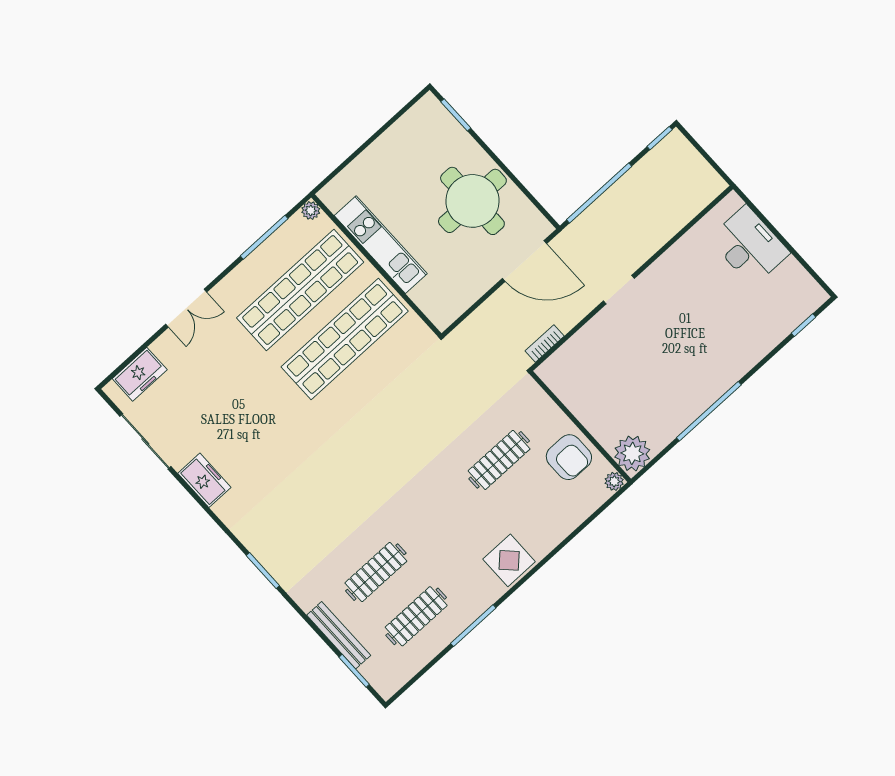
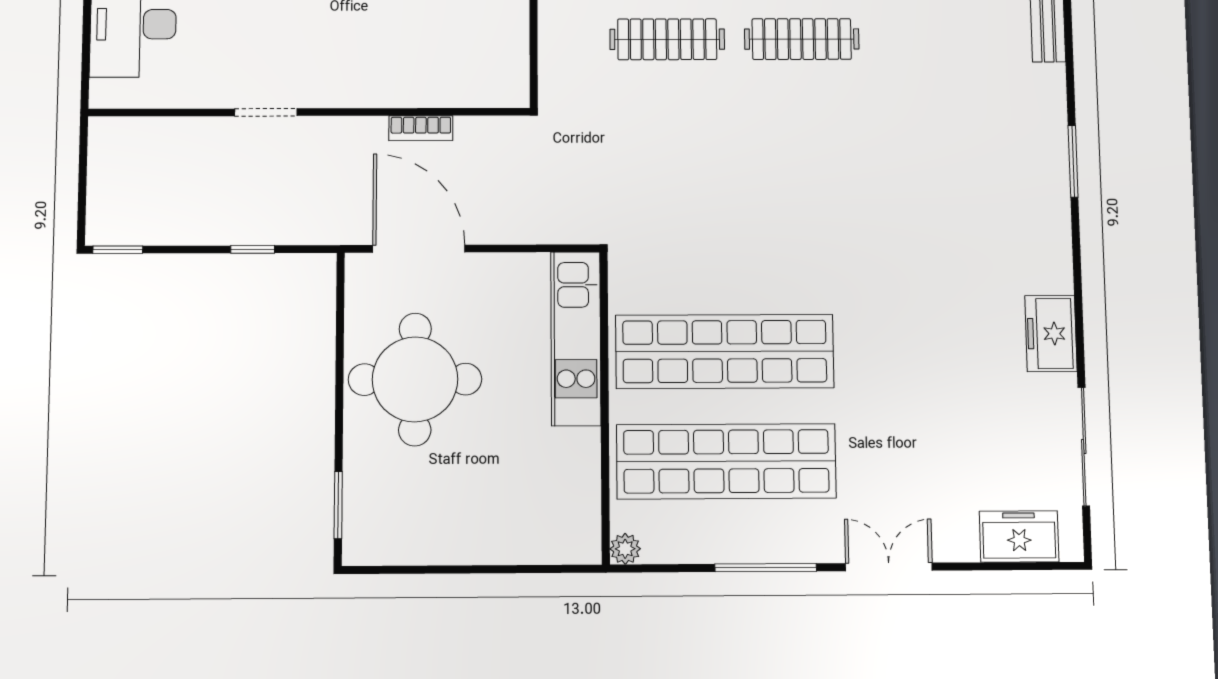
window: (599, 193) -> (253, 249), width x0.32
window: (264, 237) -> (766, 568), moved
kitchen unit: (381, 245) -> (576, 339), moved
doorway: (619, 290) -> (266, 112), moved
bookcase: (545, 343) -> (421, 128), moved
clothes rail: (376, 572) -> (802, 39), moved

